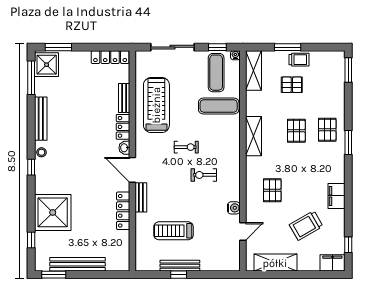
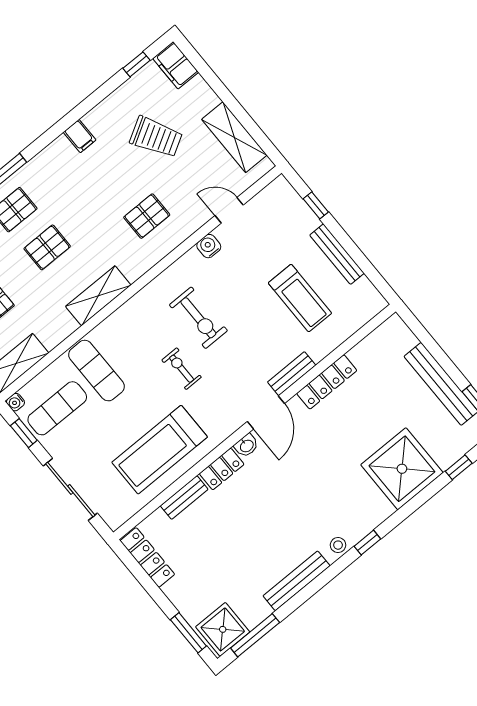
exercise bike: (204, 175) -> (198, 318), width x1.38, depth x1.39
filing cabinet: (336, 196) -> (80, 136), width x0.50
window: (179, 275) -> (316, 205), moved

